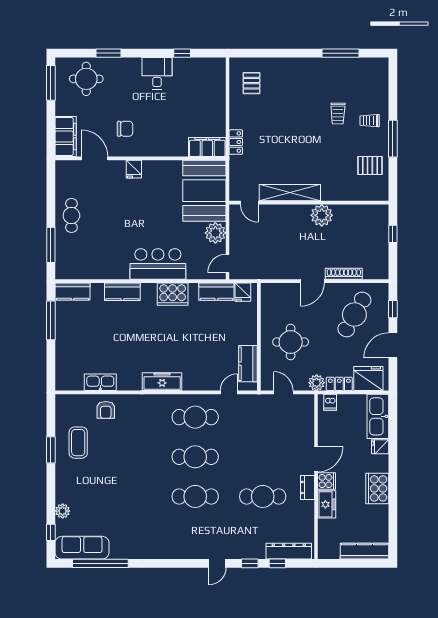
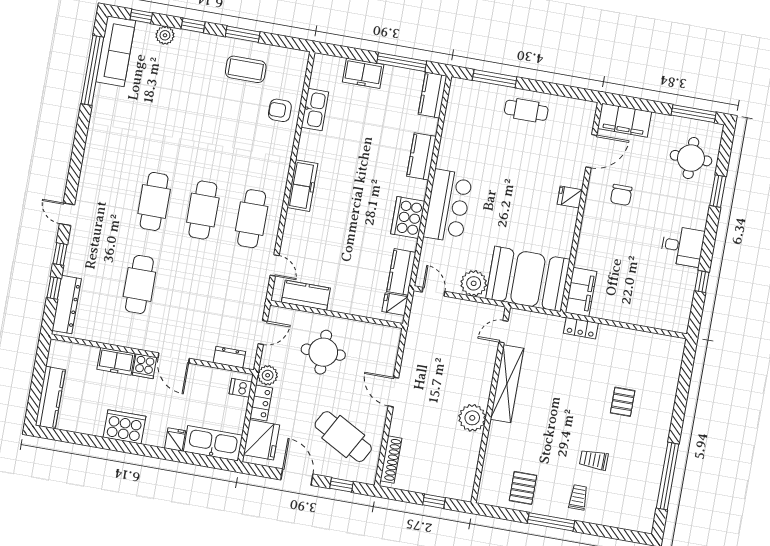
window: (340, 53) -> (668, 476), width x1.46
pallet: (252, 83) -> (623, 402), moved, turned 90
shoe rack: (344, 274) -> (391, 460), moved
freezer: (65, 349) -> (363, 73), added
dresser: (308, 487) -> (229, 357), moved
window: (51, 490) -> (193, 25), added

